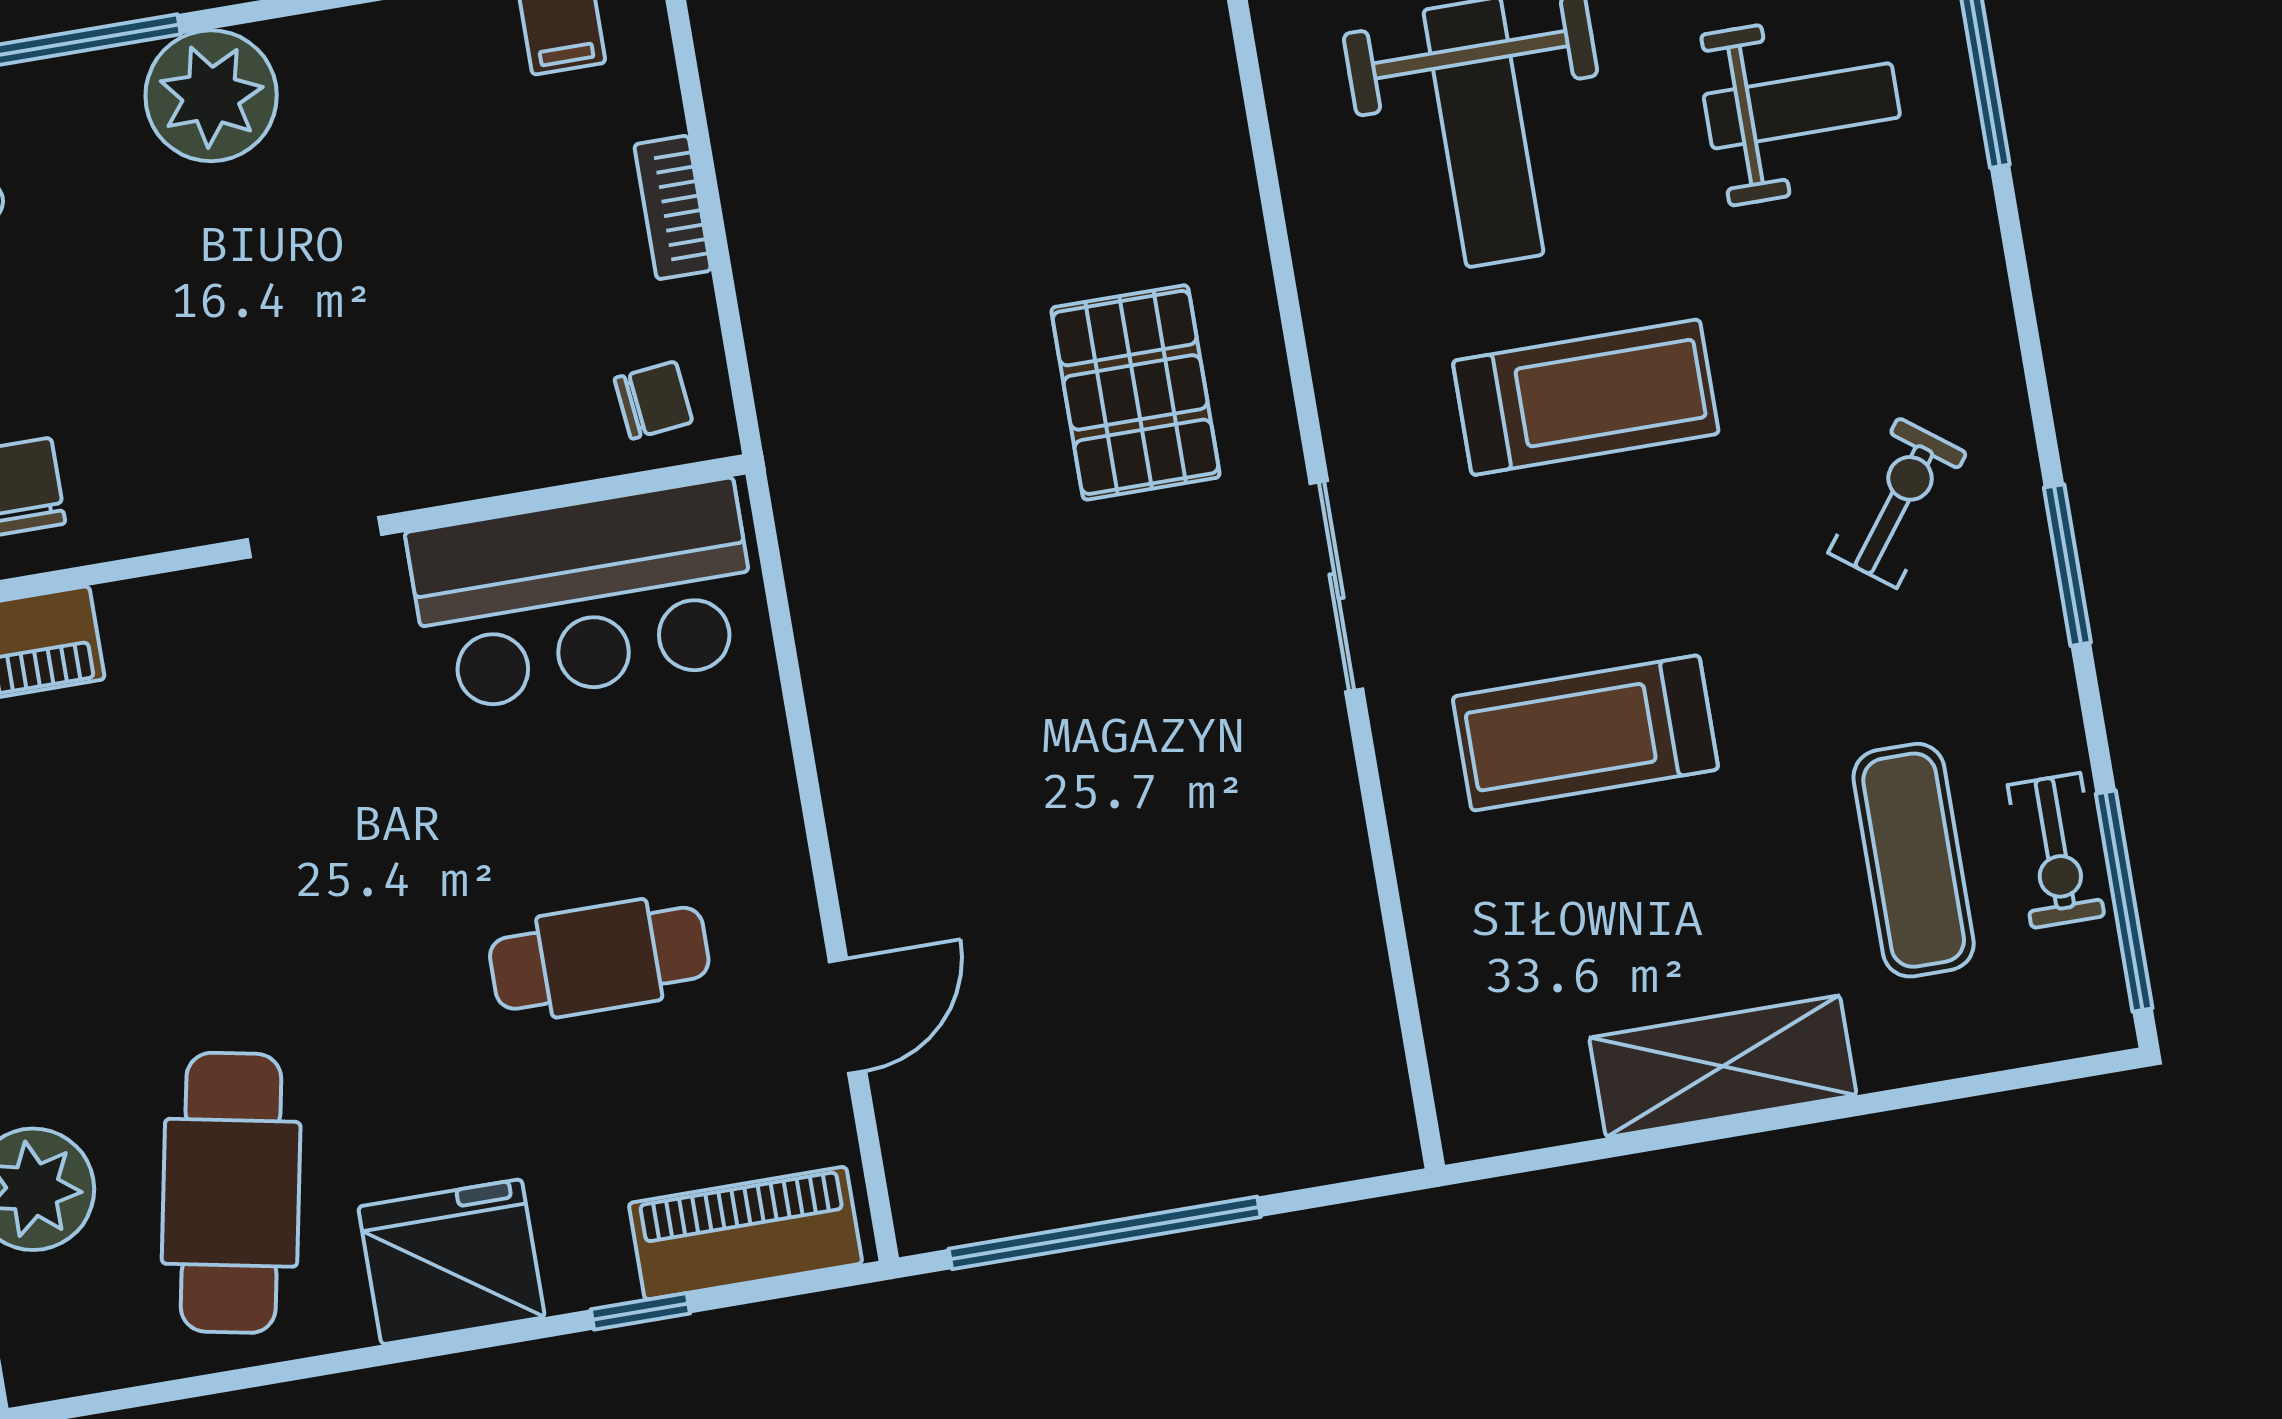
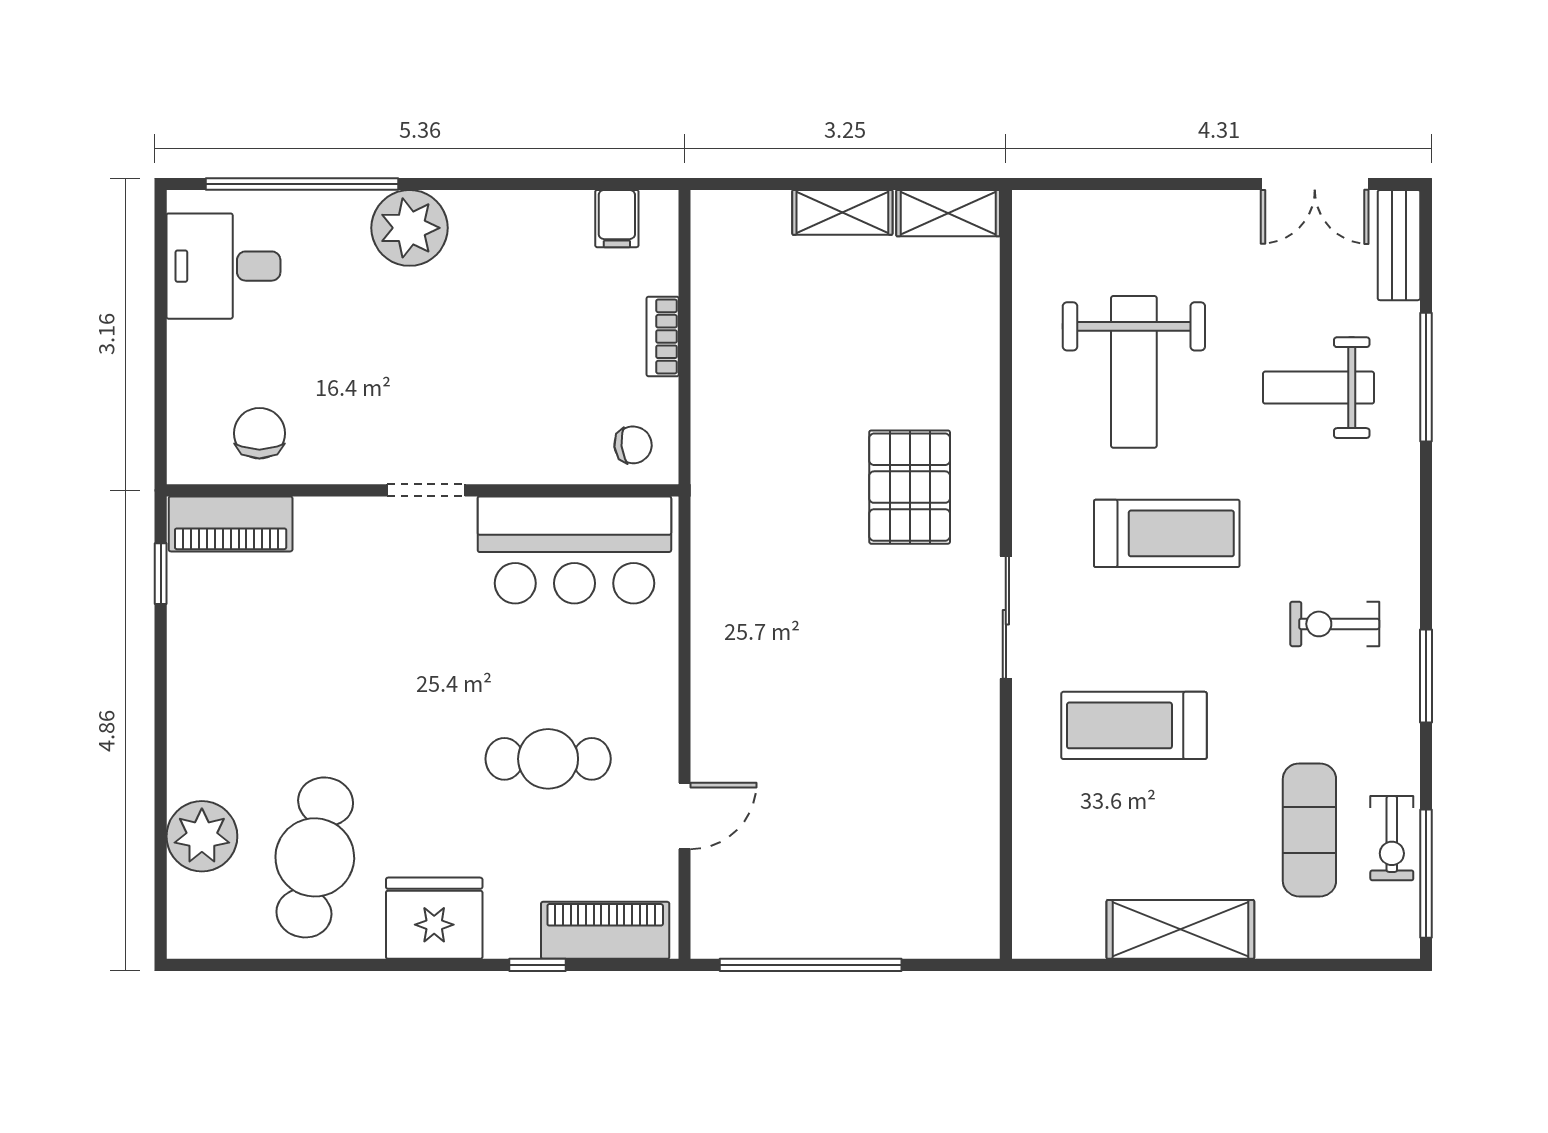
weight bench: (1802, 106) -> (1319, 388), turned 180
exercise bike: (1897, 503) -> (1335, 624), turned -127

